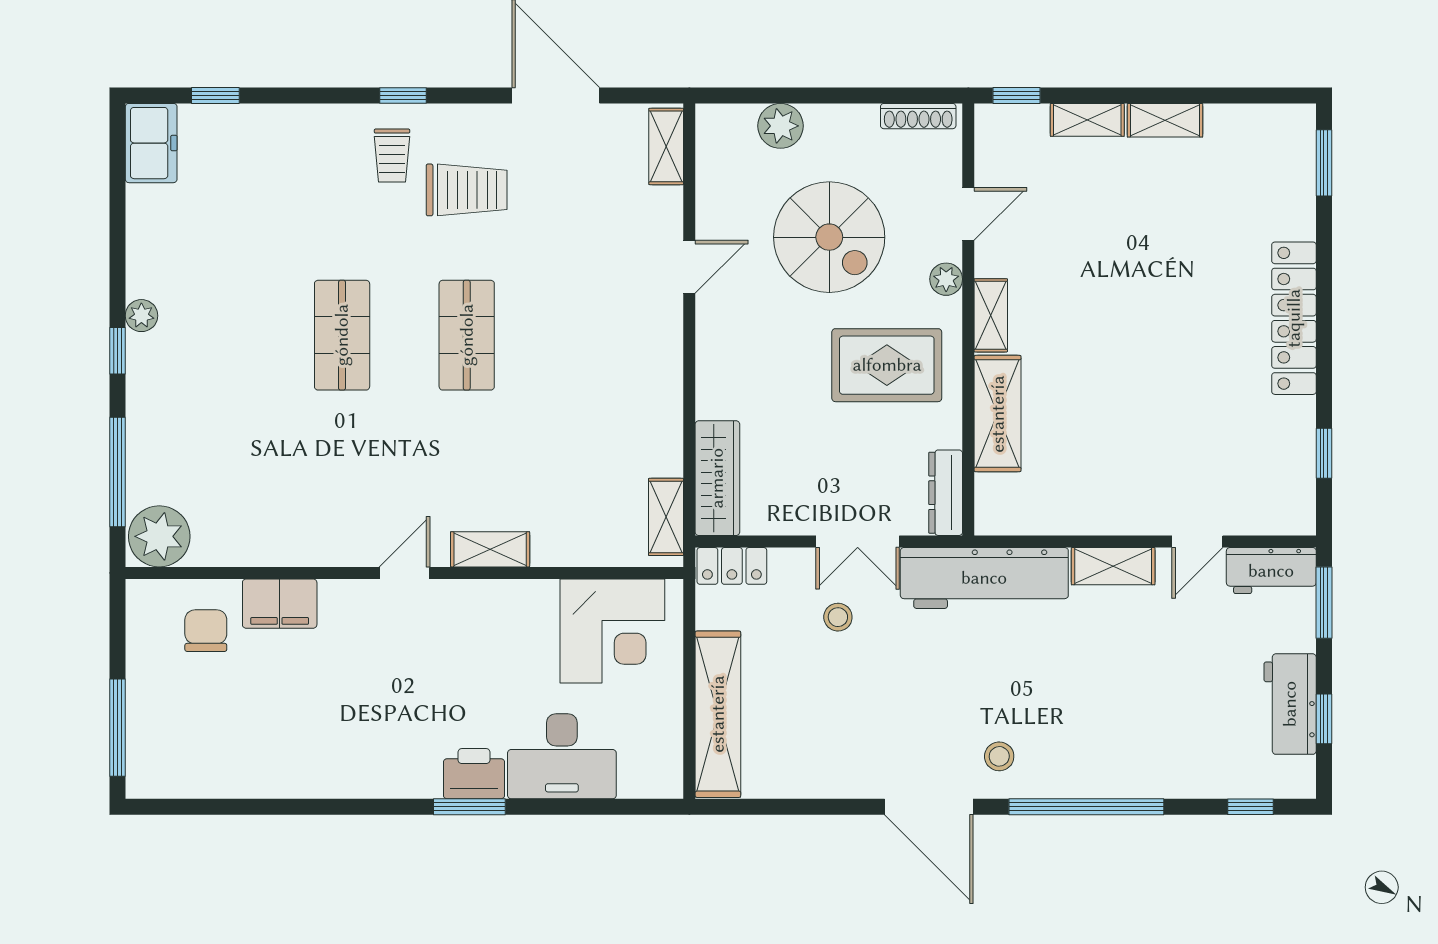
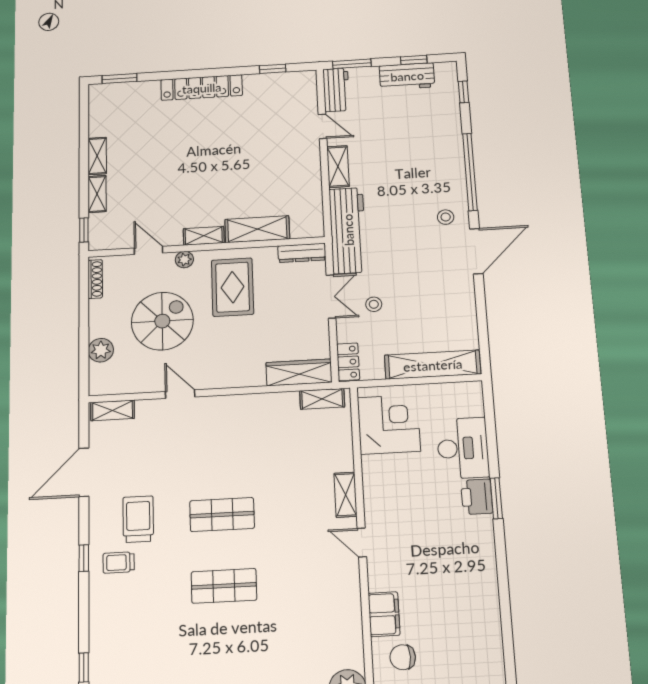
trolley: (392, 155) -> (119, 563), turned 180

